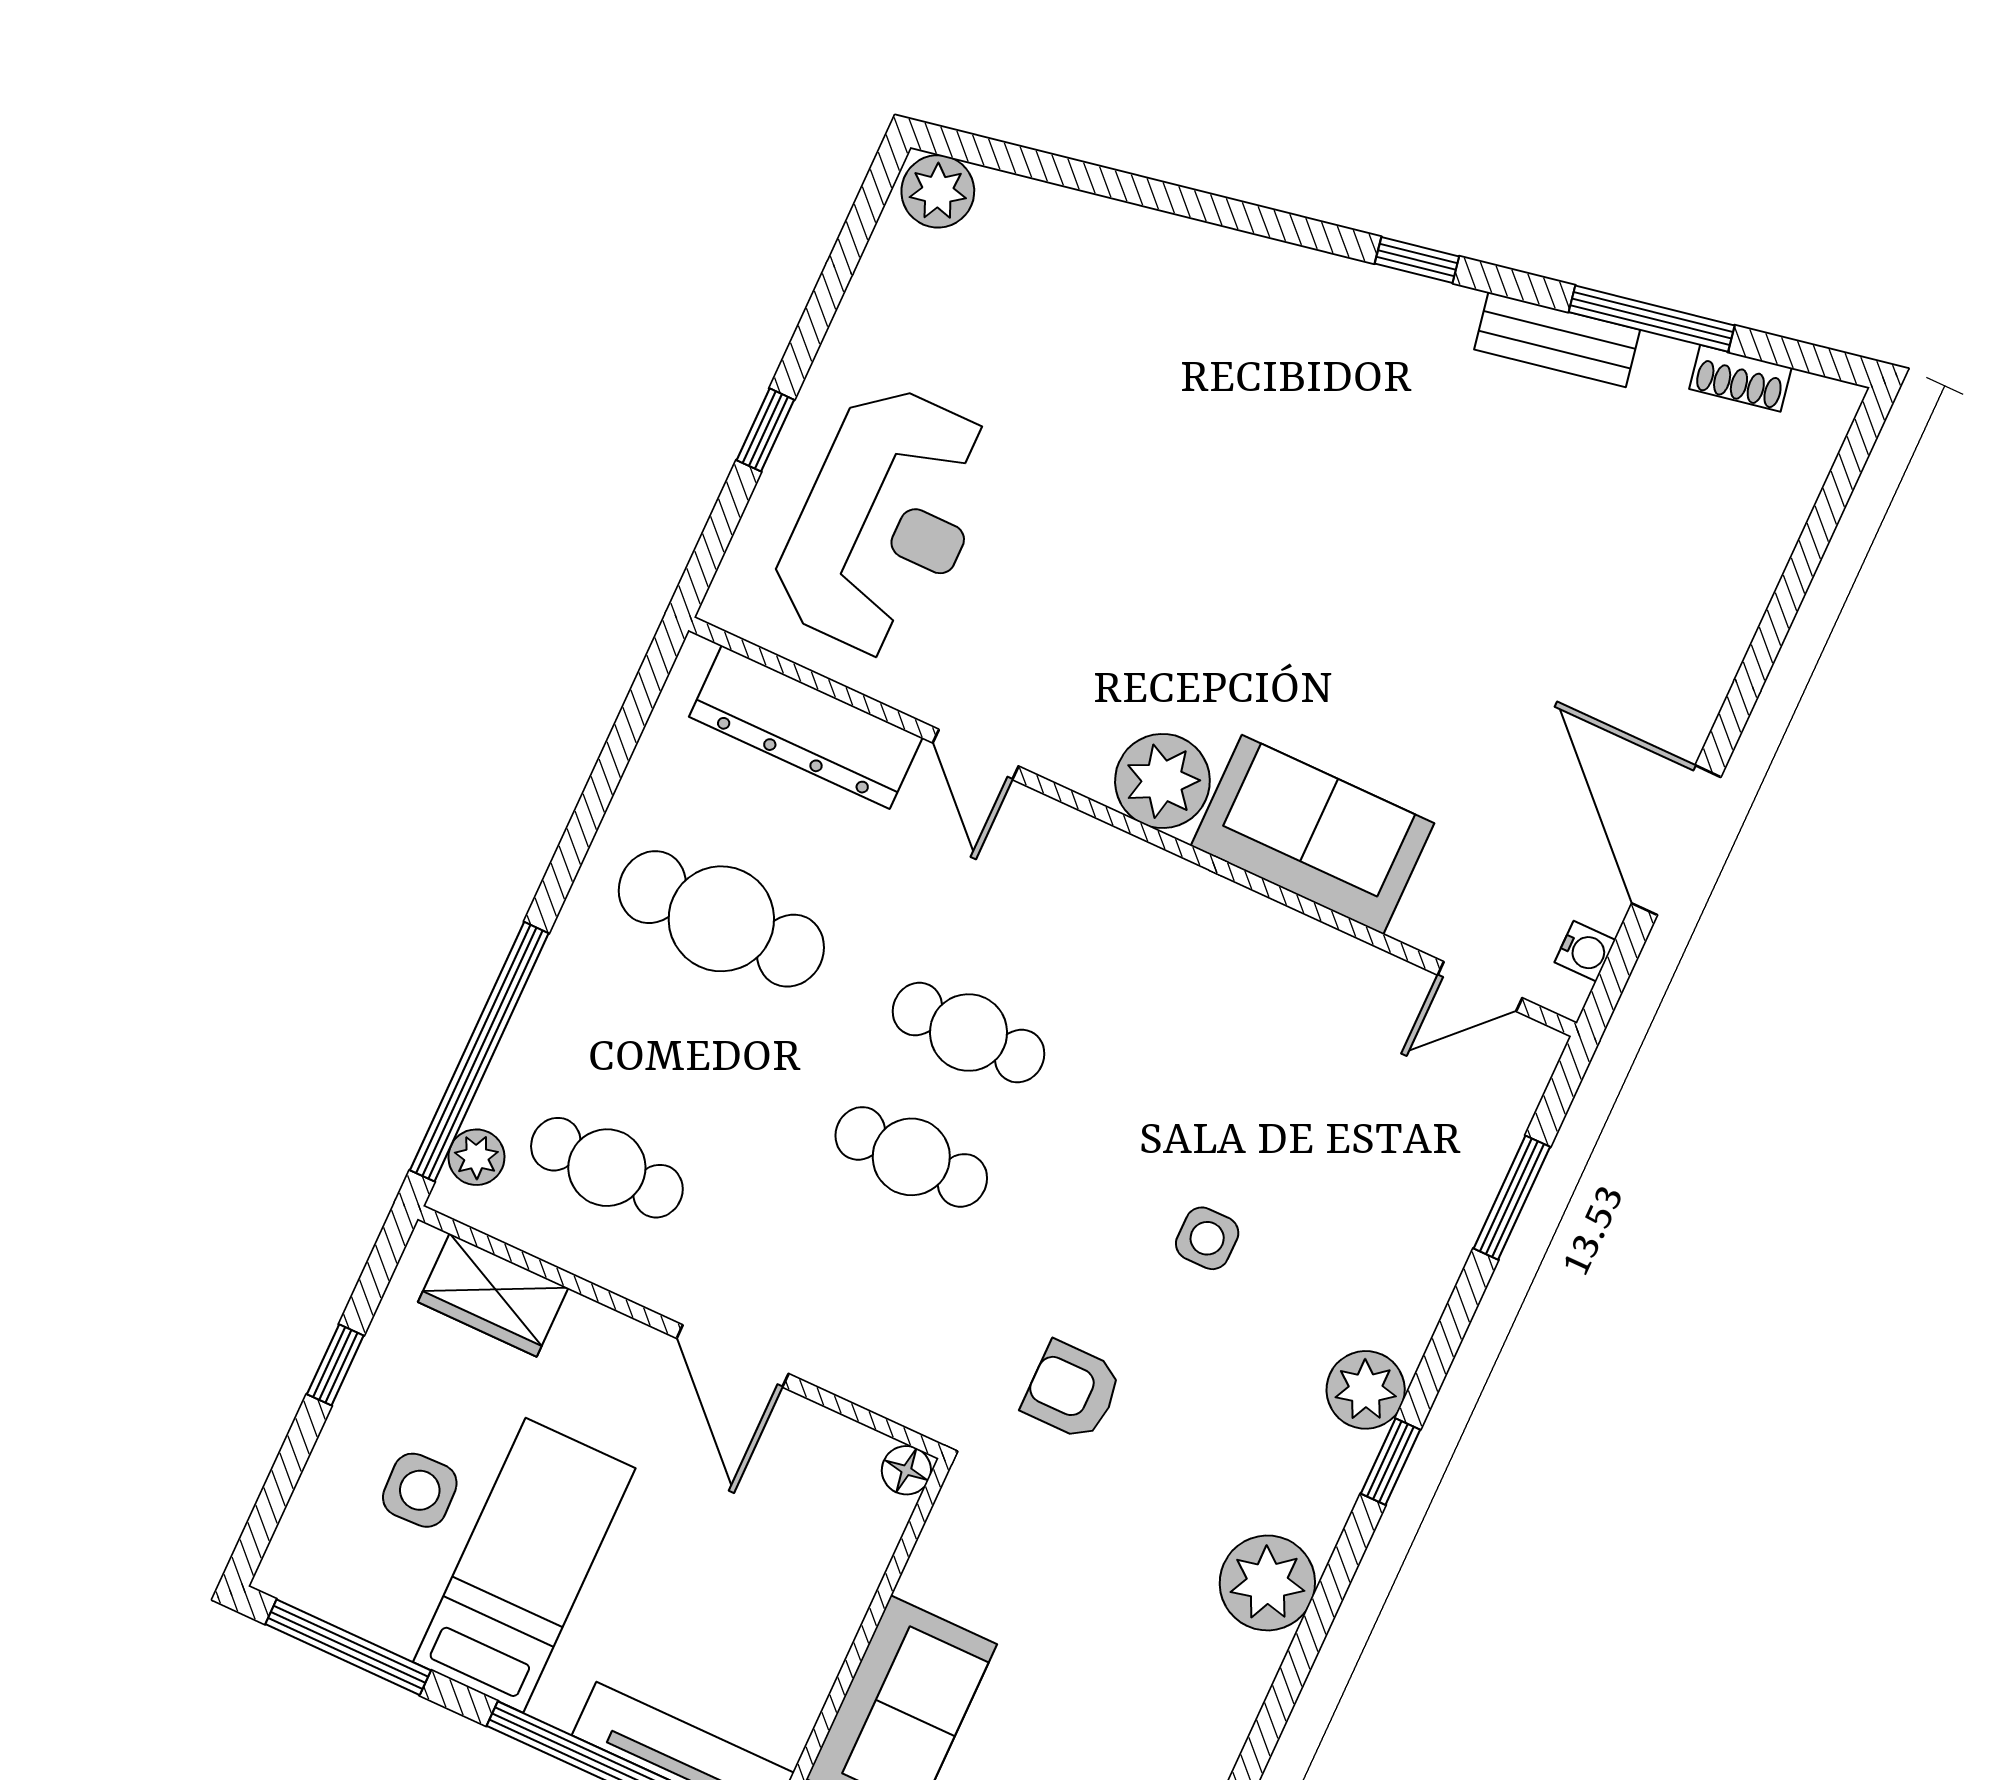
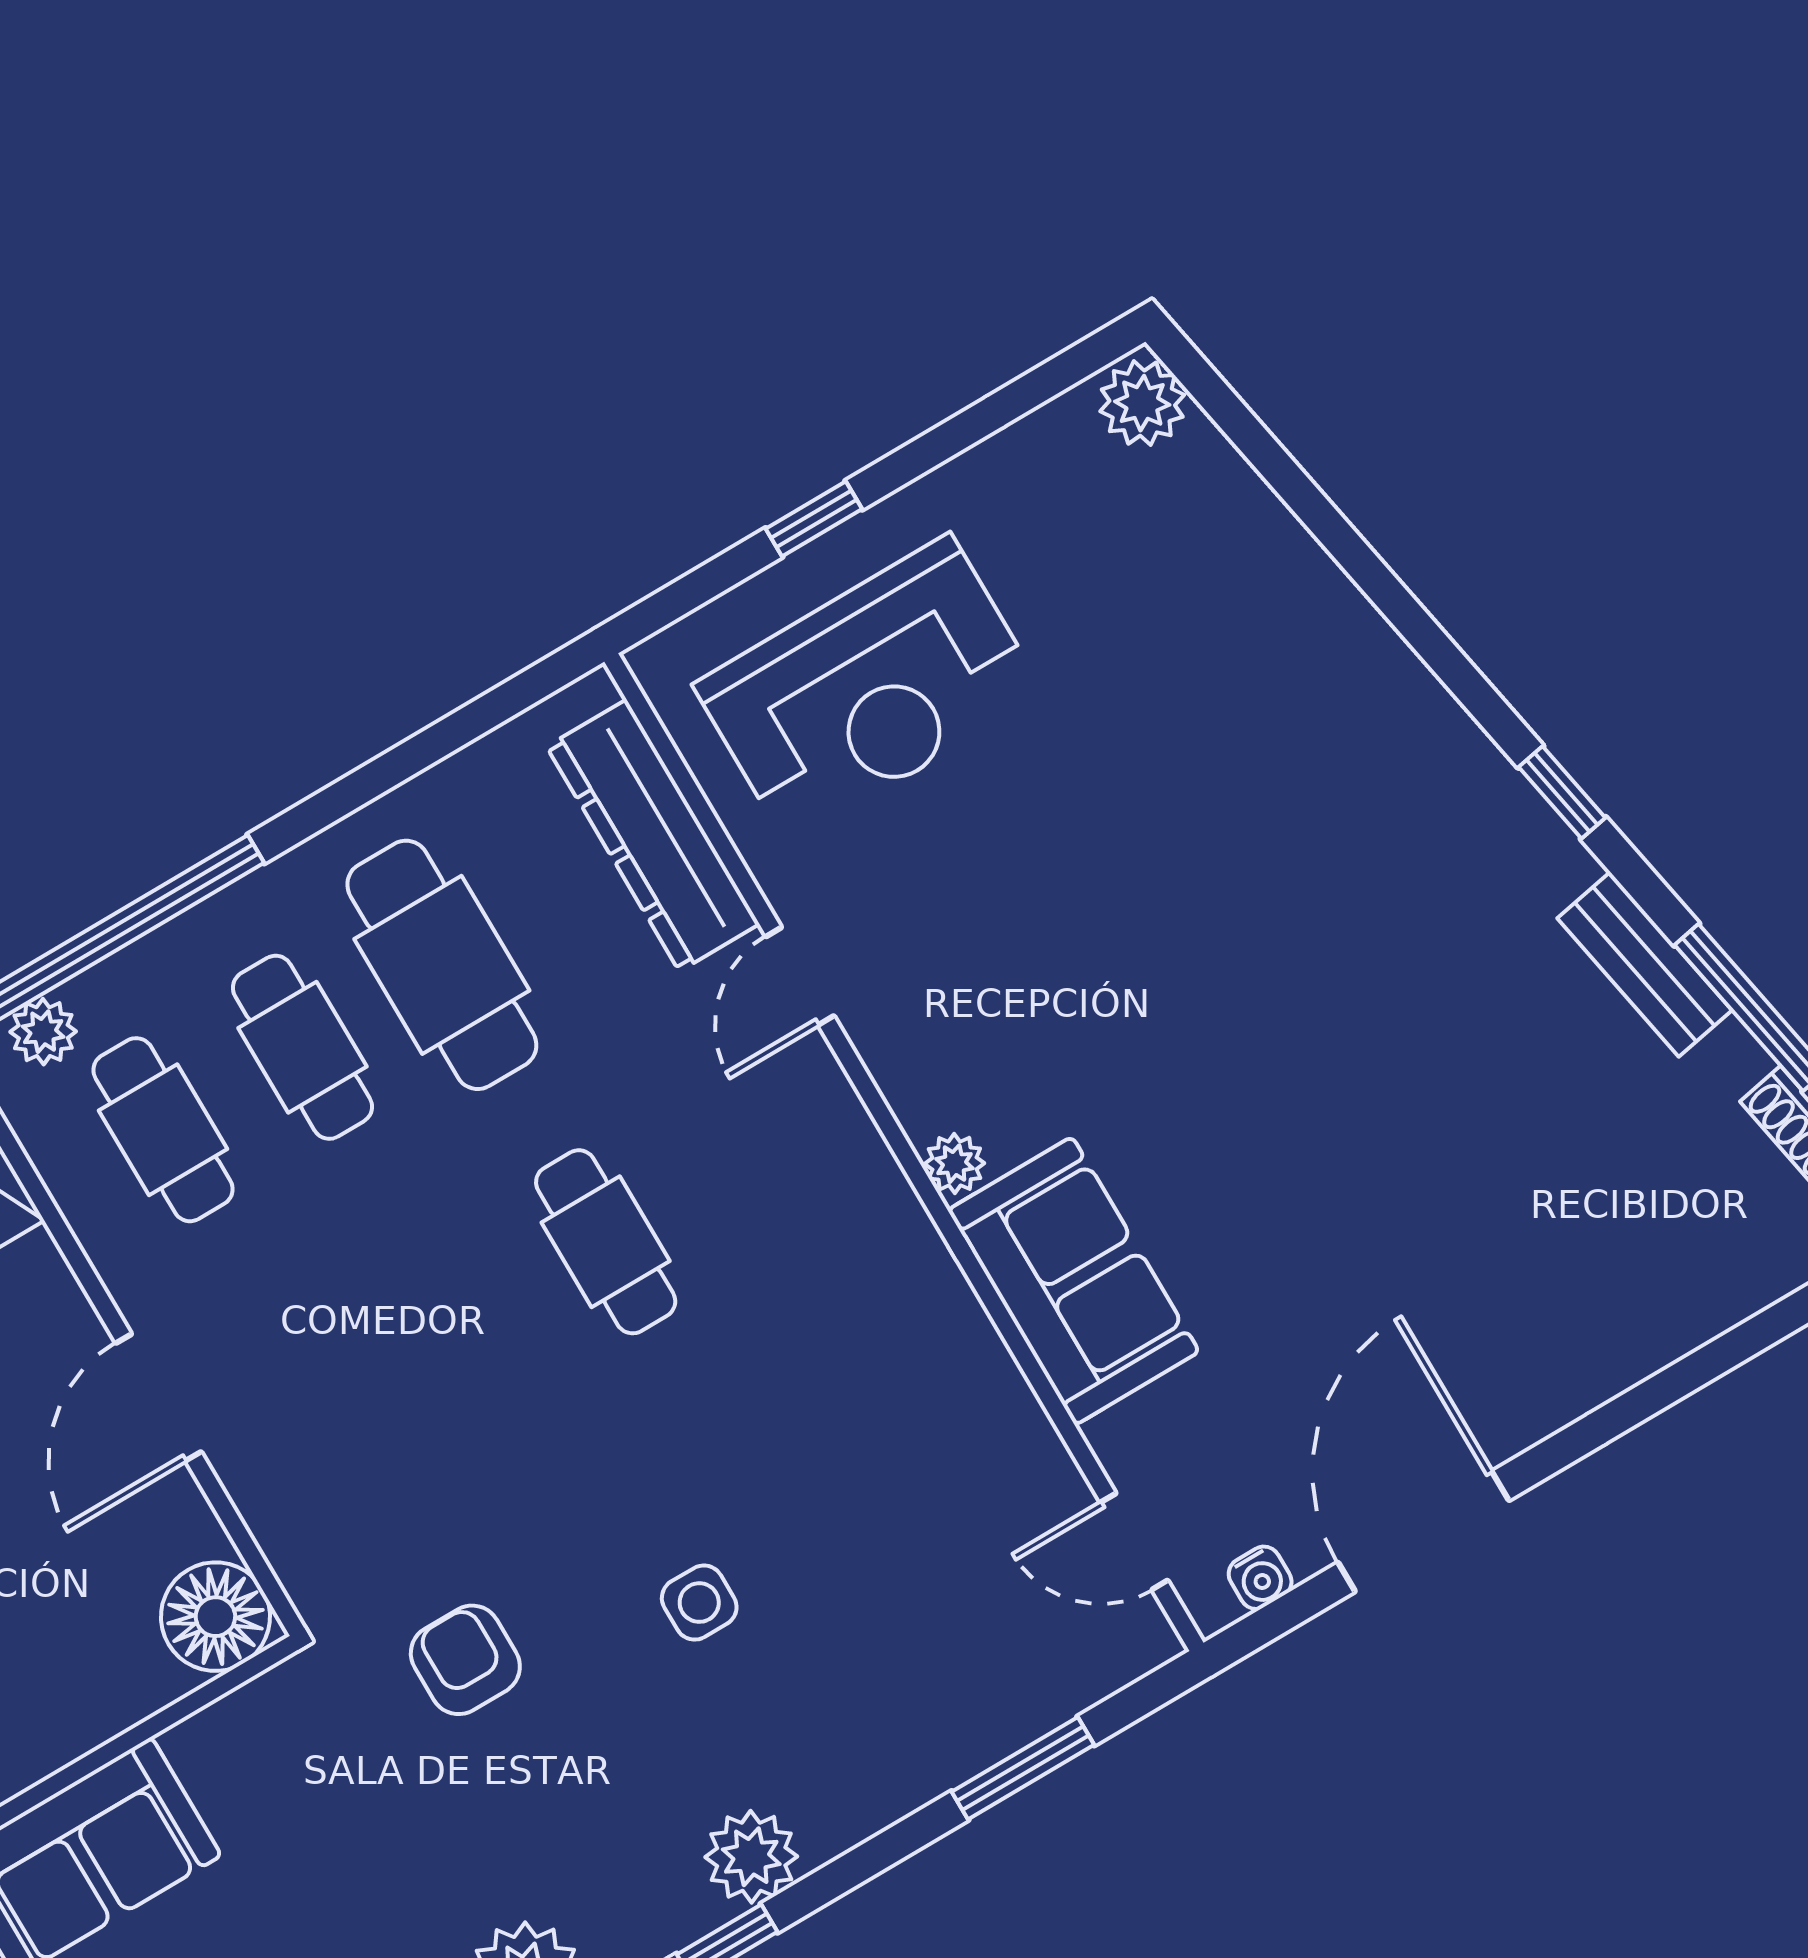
plant: (1162, 781) -> (955, 1164), width x0.53, depth x0.53
cafe table: (911, 1157) -> (302, 1047), moved
floor lamp: (906, 1470) -> (215, 1617), width x1.89, depth x1.89

